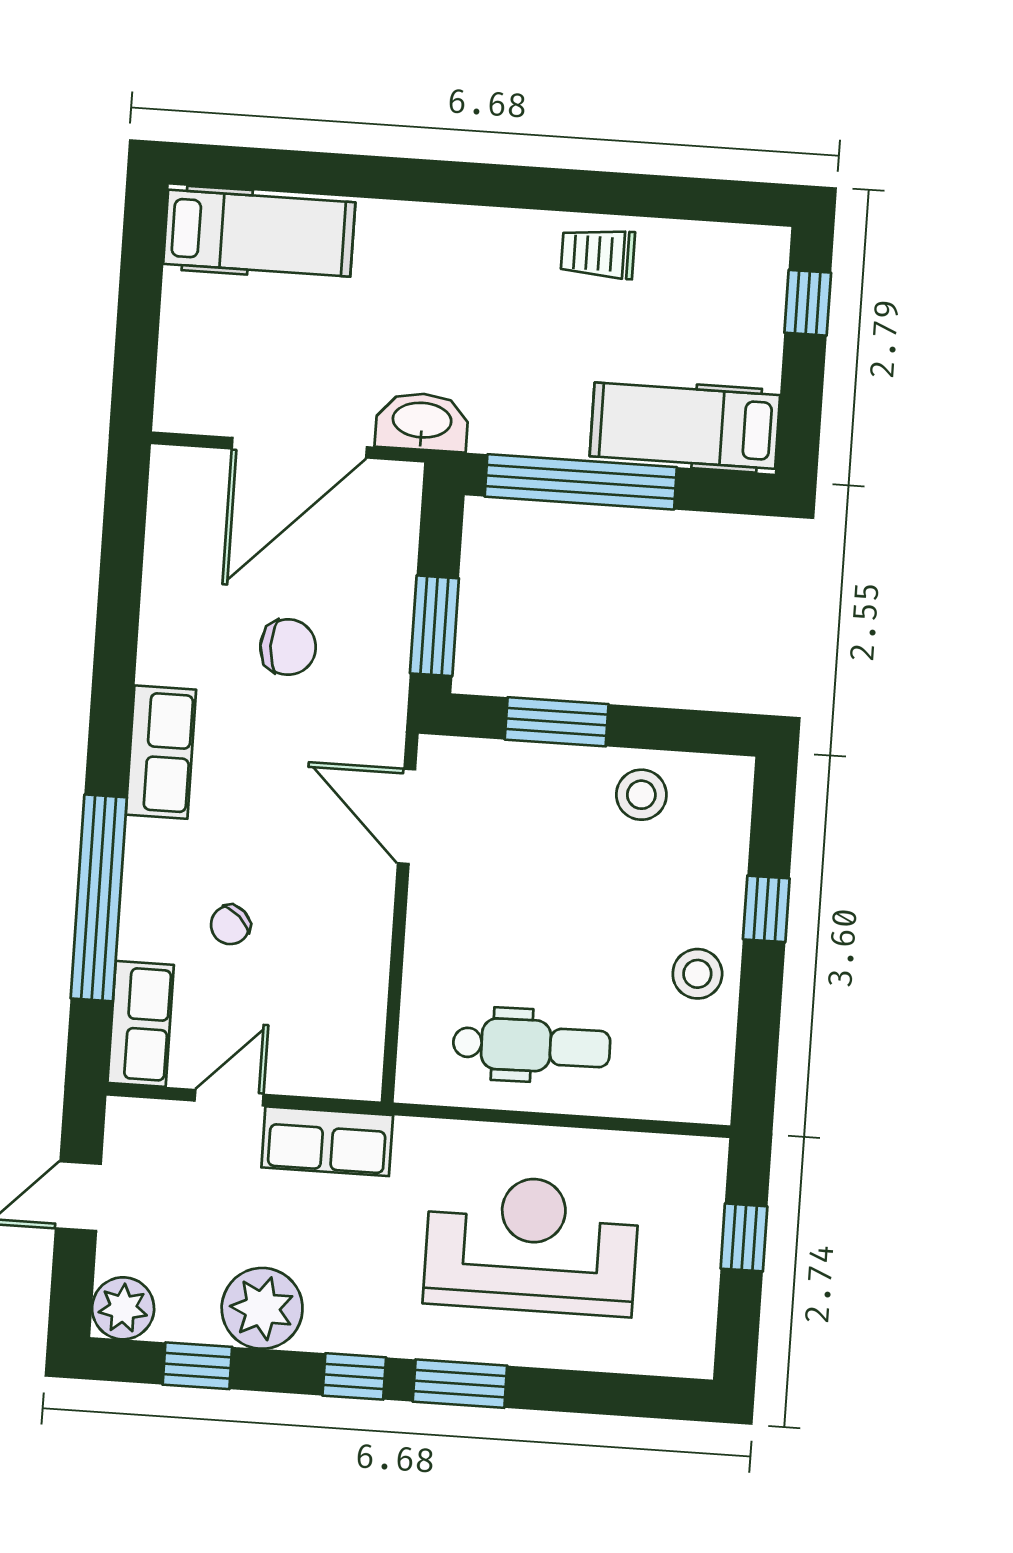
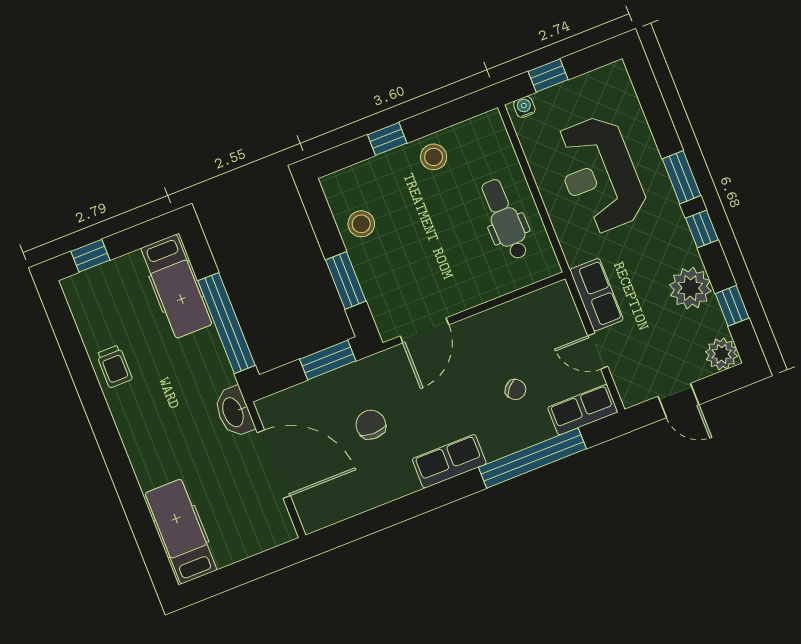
water cooler: (709, 1171) -> (524, 107), added

